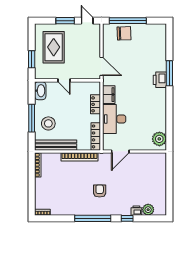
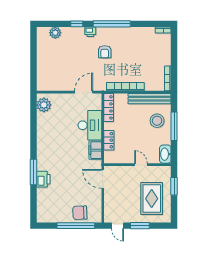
printer: (160, 80) -> (43, 179), moved
printer: (136, 211) -> (90, 32), moved

